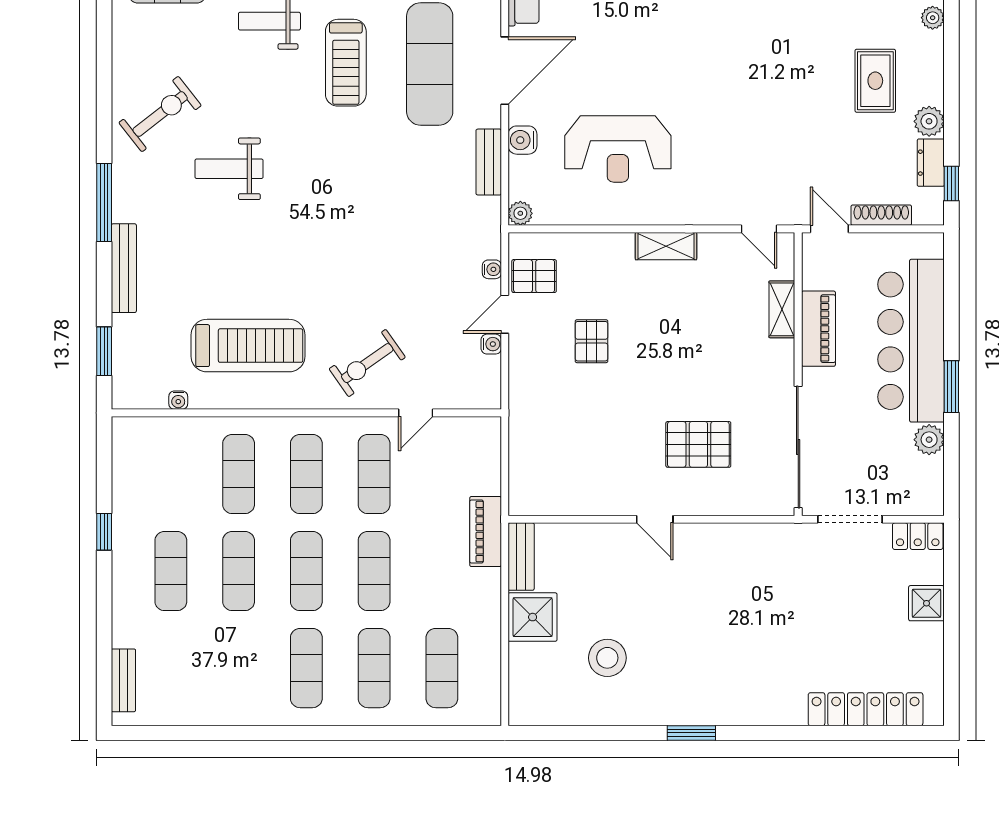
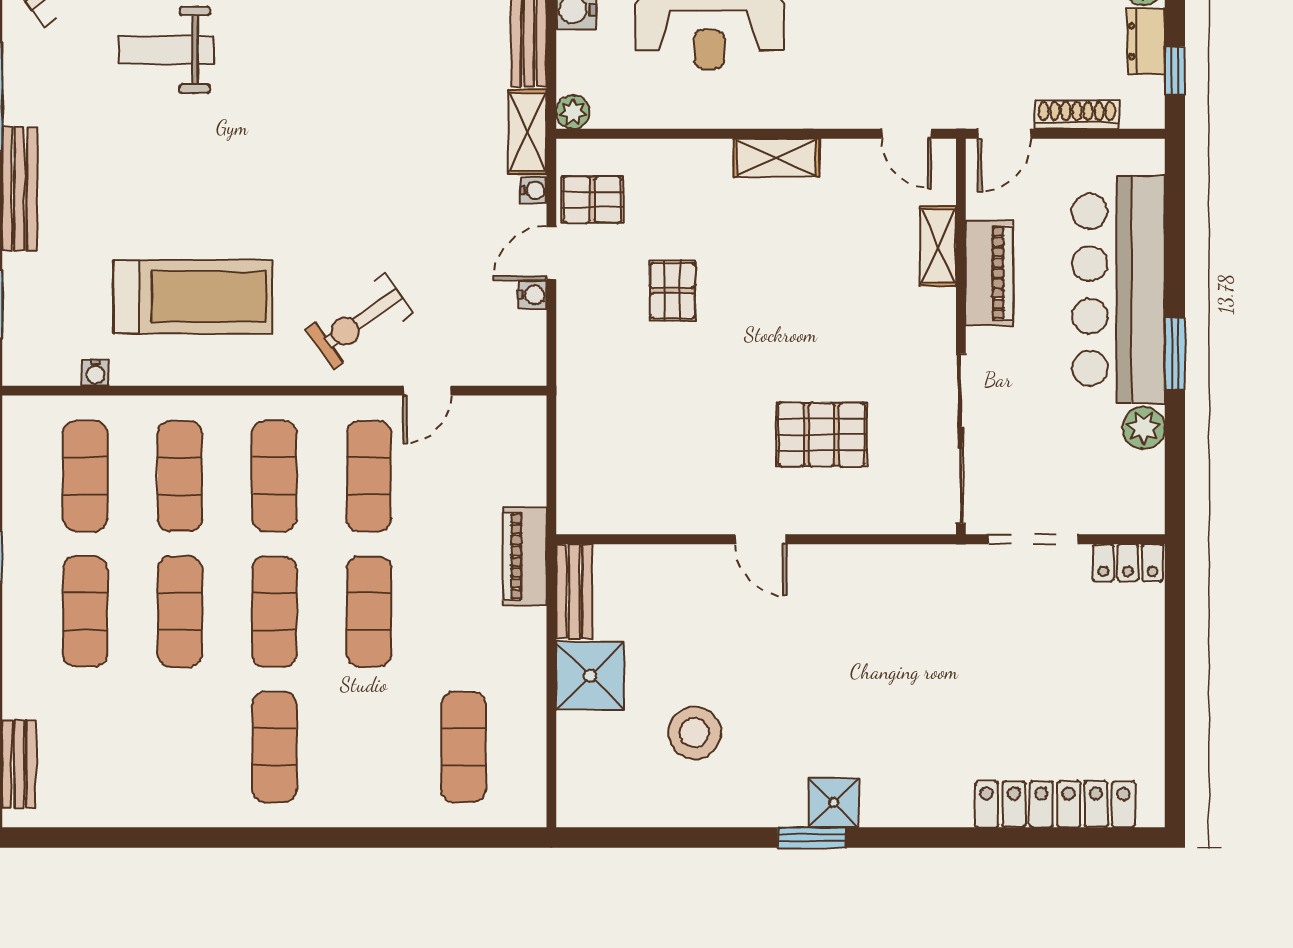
shelving: (488, 227) -> (528, 132), added
door: (829, 229) -> (1004, 134), swing flipped
shower: (926, 603) -> (834, 803), moved
exercise mat: (374, 668) -> (85, 476), moved

